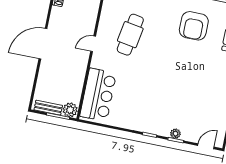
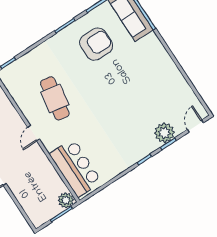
armchair: (194, 26) -> (96, 44), turned -90
bench: (48, 108) -> (48, 215), removed
plant: (175, 134) -> (164, 133), width x1.87, depth x1.87

